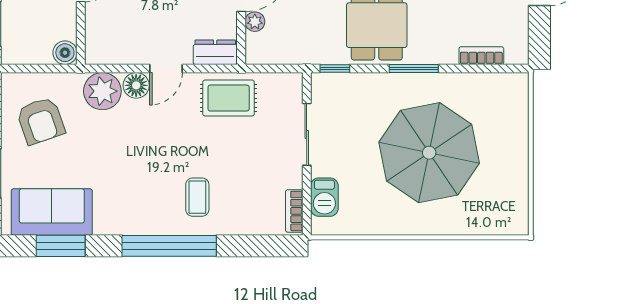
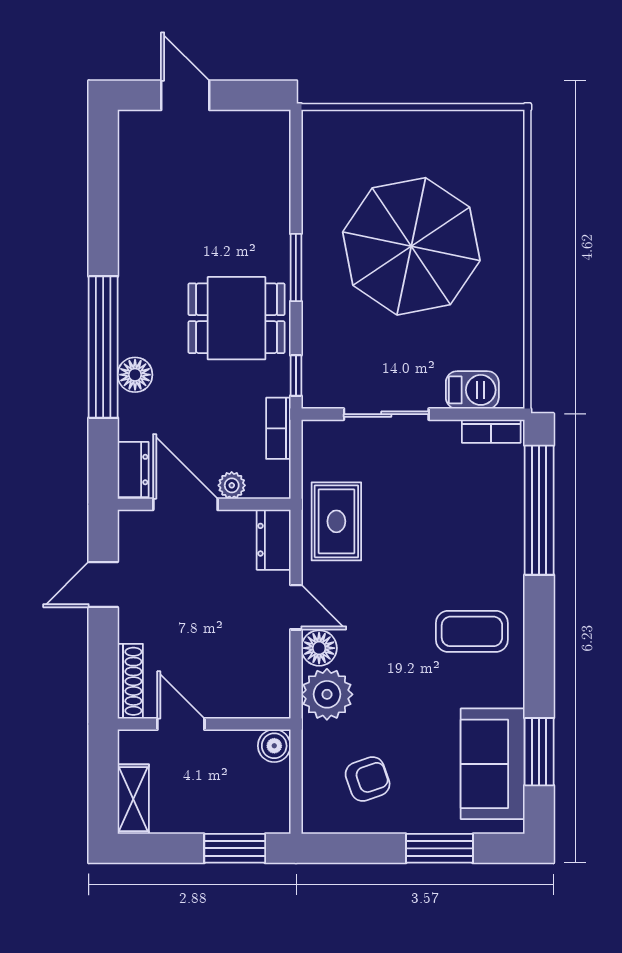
bookcase: (481, 56) -> (278, 428), moved
armchair: (41, 121) -> (368, 779), width x0.72, depth x0.72
coffee table: (197, 197) -> (472, 631), moved, width x1.36, depth x1.30
window: (169, 246) -> (539, 510), moved

